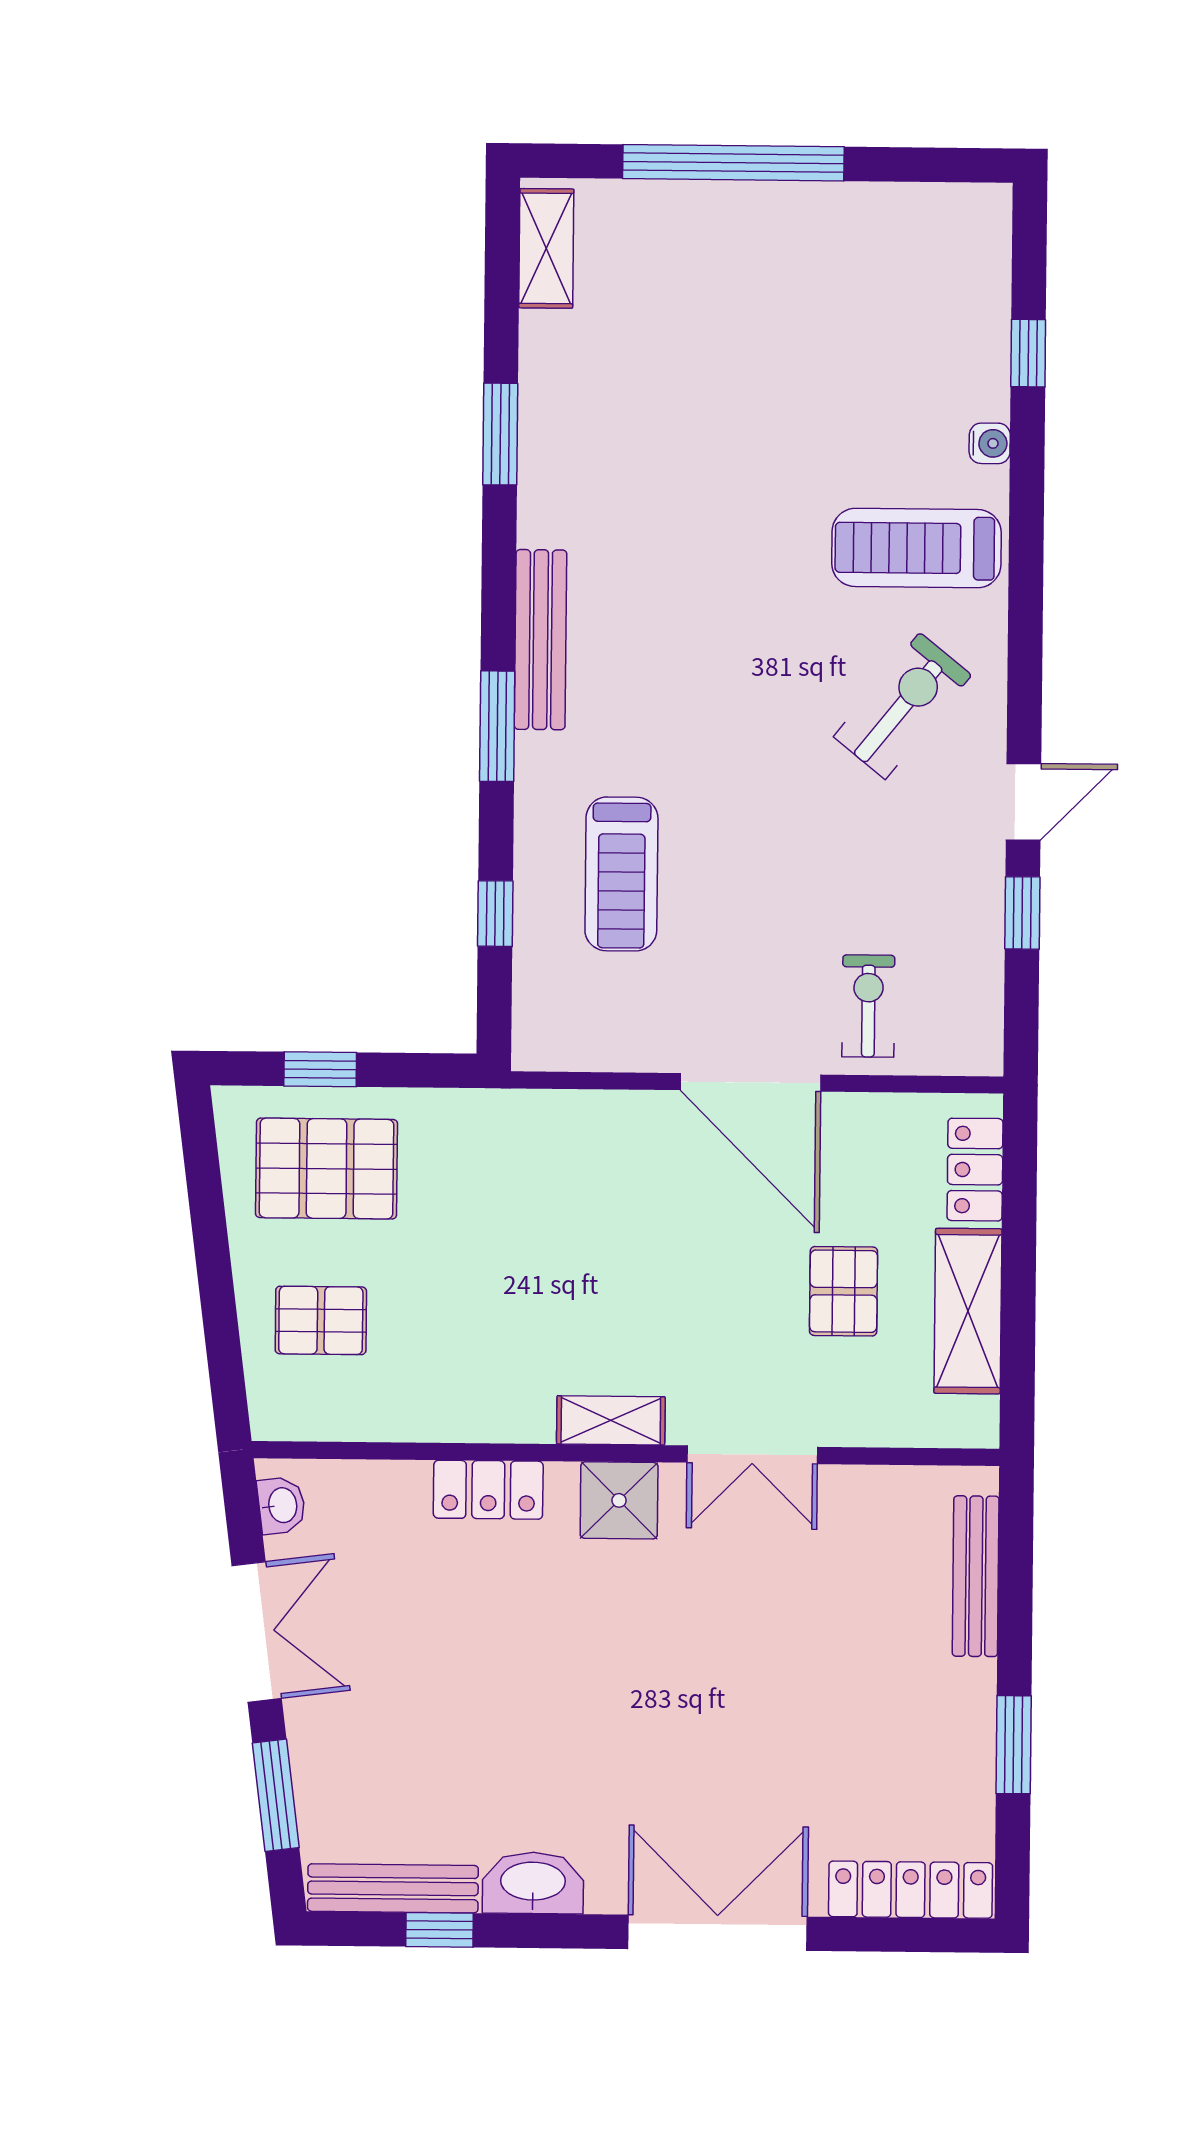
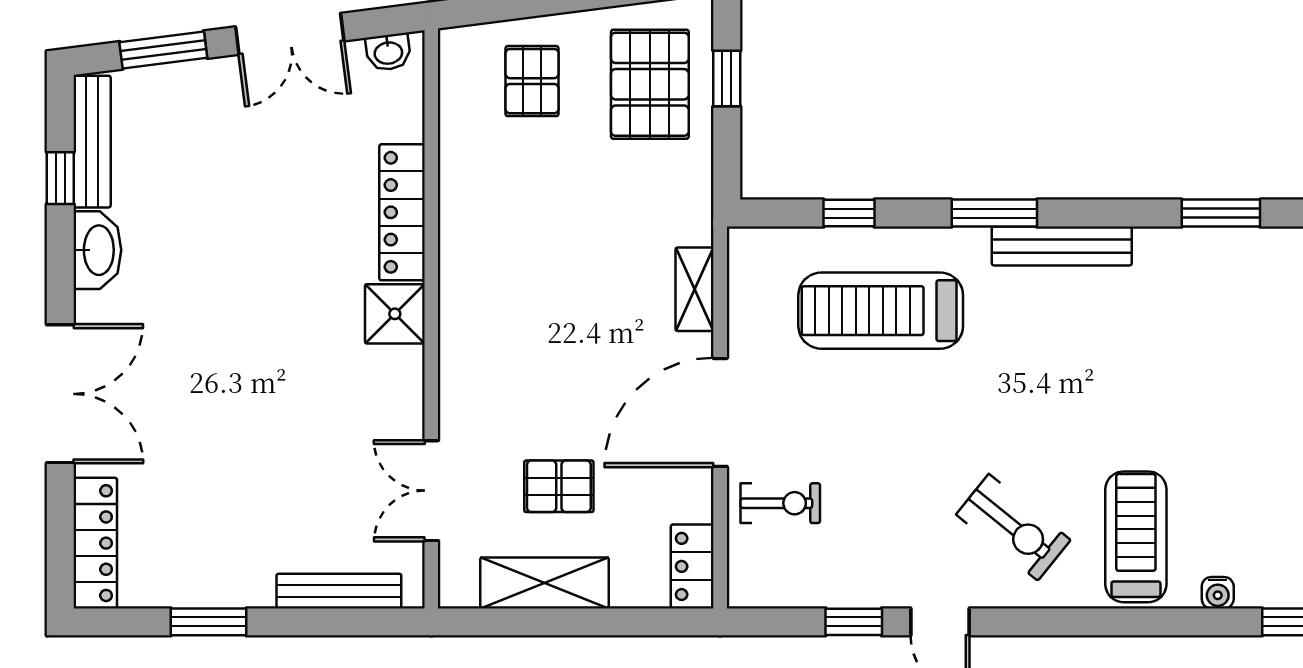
treadmill: (621, 874) -> (881, 311), width x1.37, depth x1.38
locker: (975, 1170) -> (692, 566), moved, turned -90
shelving: (611, 1420) -> (695, 289), moved
double door: (752, 1455) -> (431, 491), moved
locker: (488, 1490) -> (402, 212), width x1.53

